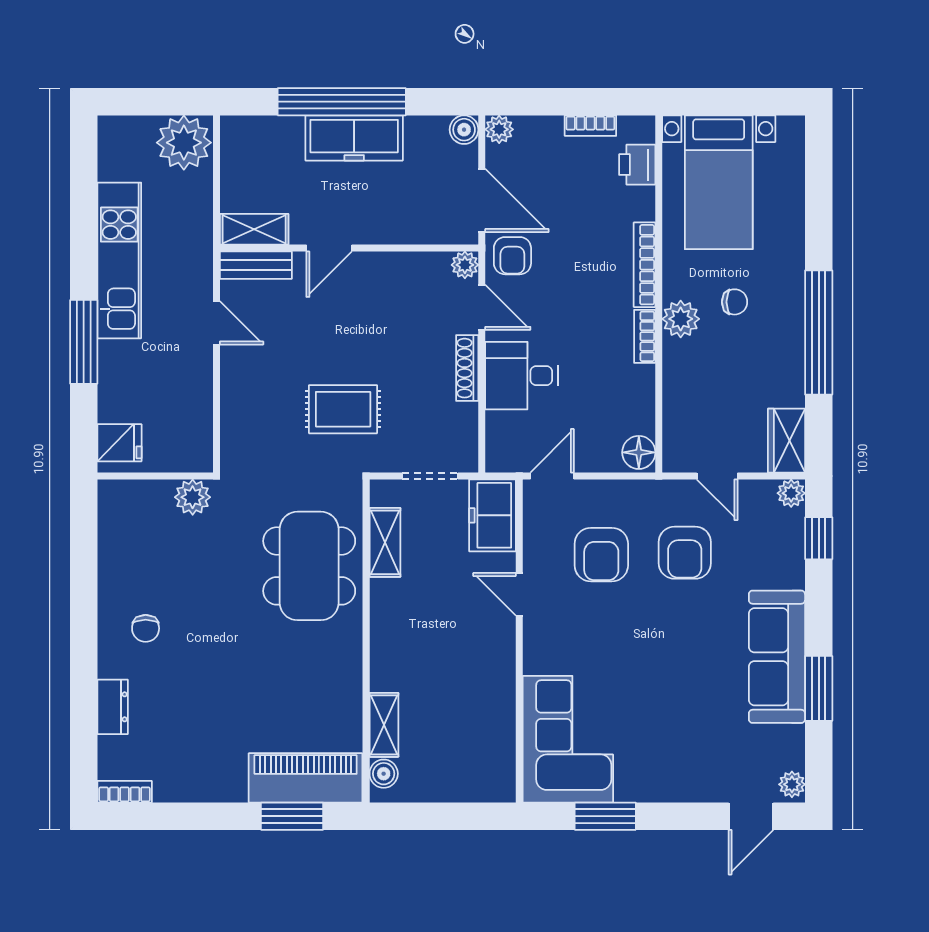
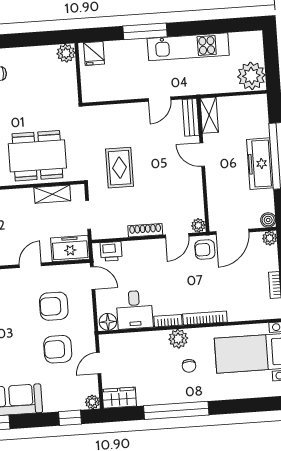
printer: (637, 165) -> (111, 251), moved, turned 180
desk: (522, 376) -> (135, 310), moved, turned 180
plant: (193, 497) -> (66, 53), moved

